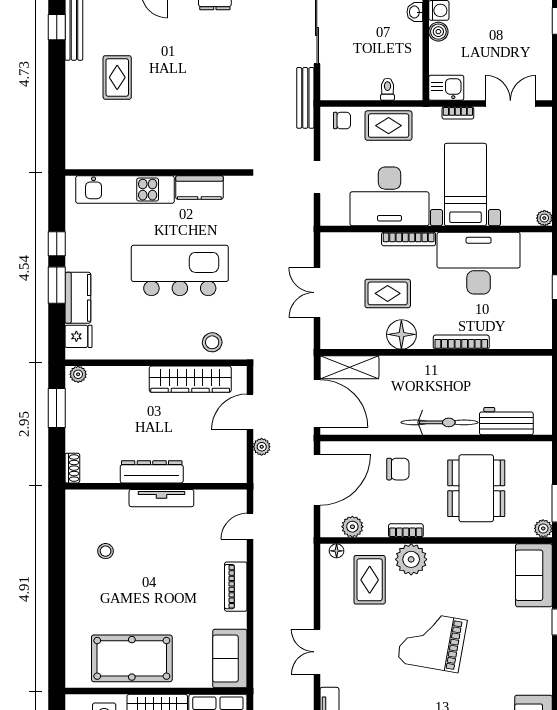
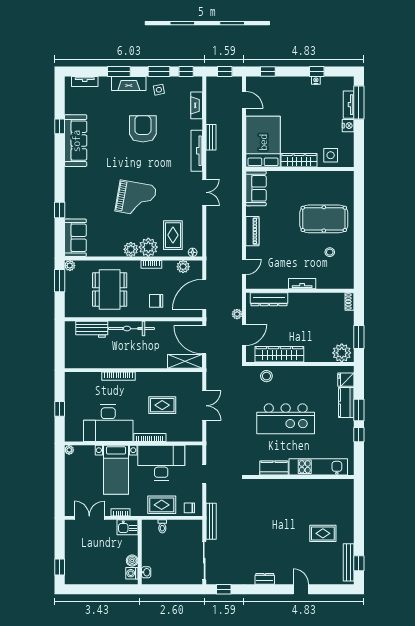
rug: (117, 77) -> (323, 533), turned 90
double door: (510, 104) -> (89, 518), swing flipped
floor lamp: (401, 334) -> (154, 381), removed
plant: (78, 374) -> (342, 353), width x1.88, depth x1.88
dresser: (152, 472) -> (269, 299), moved
tv unit: (161, 498) -> (302, 284), width x0.71
plant: (441, 556) -> (131, 249), added
pool table: (132, 658) -> (324, 219), moved

